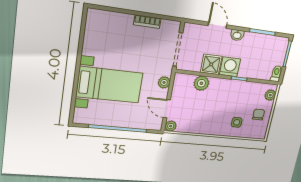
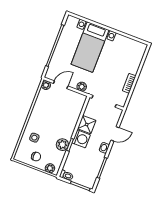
plant: (201, 83) -> (62, 145), moved

